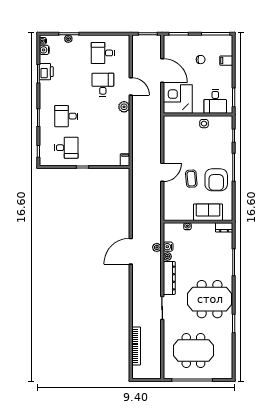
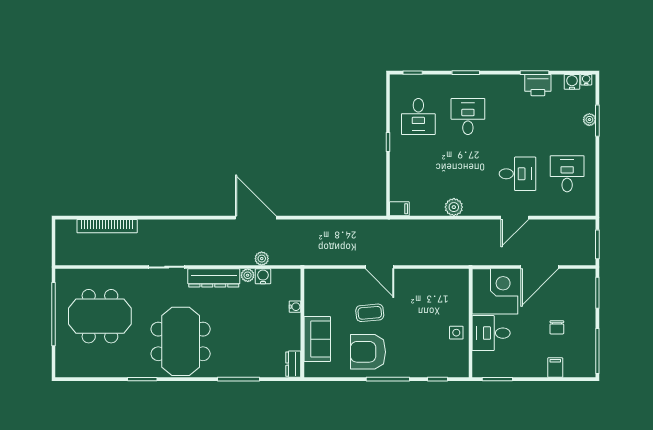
desk: (215, 101) -> (491, 333), moved
plant: (124, 107) -> (454, 207), moved
meeting table: (193, 350) -> (100, 316), turned 90

